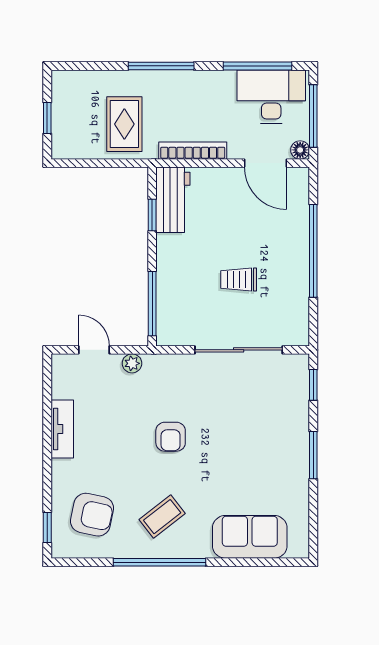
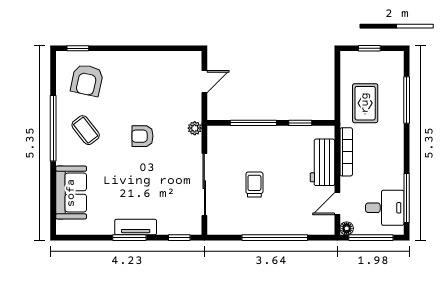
window: (161, 66) -> (407, 100), moved
desk: (271, 97) -> (385, 208), width x0.73
rug: (124, 124) -> (365, 103), turned 90
door: (266, 163) -> (337, 204), width x0.73
workbench: (173, 200) -> (322, 162), moved, turned 90
window: (152, 304) -> (253, 123), moved
plant: (132, 363) -> (195, 128), moved
tv unit: (62, 429) -> (136, 227), moved, turned 180

